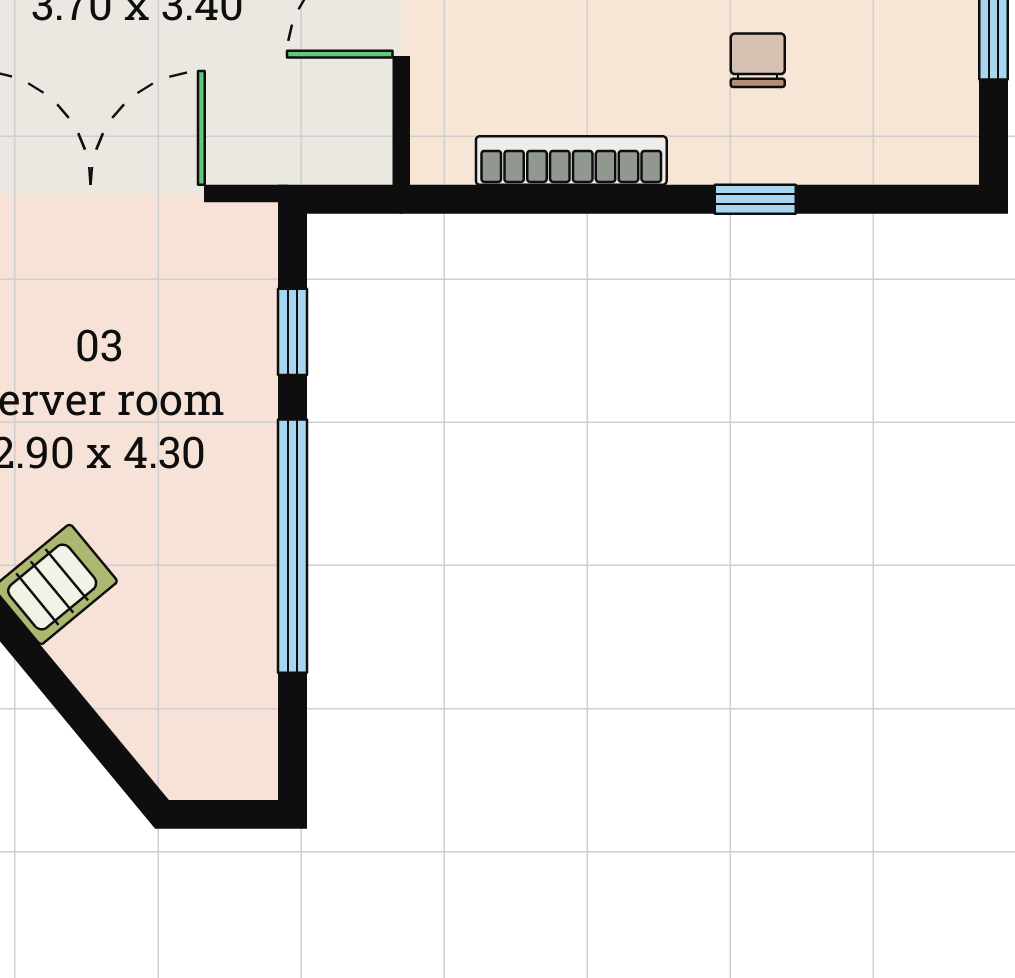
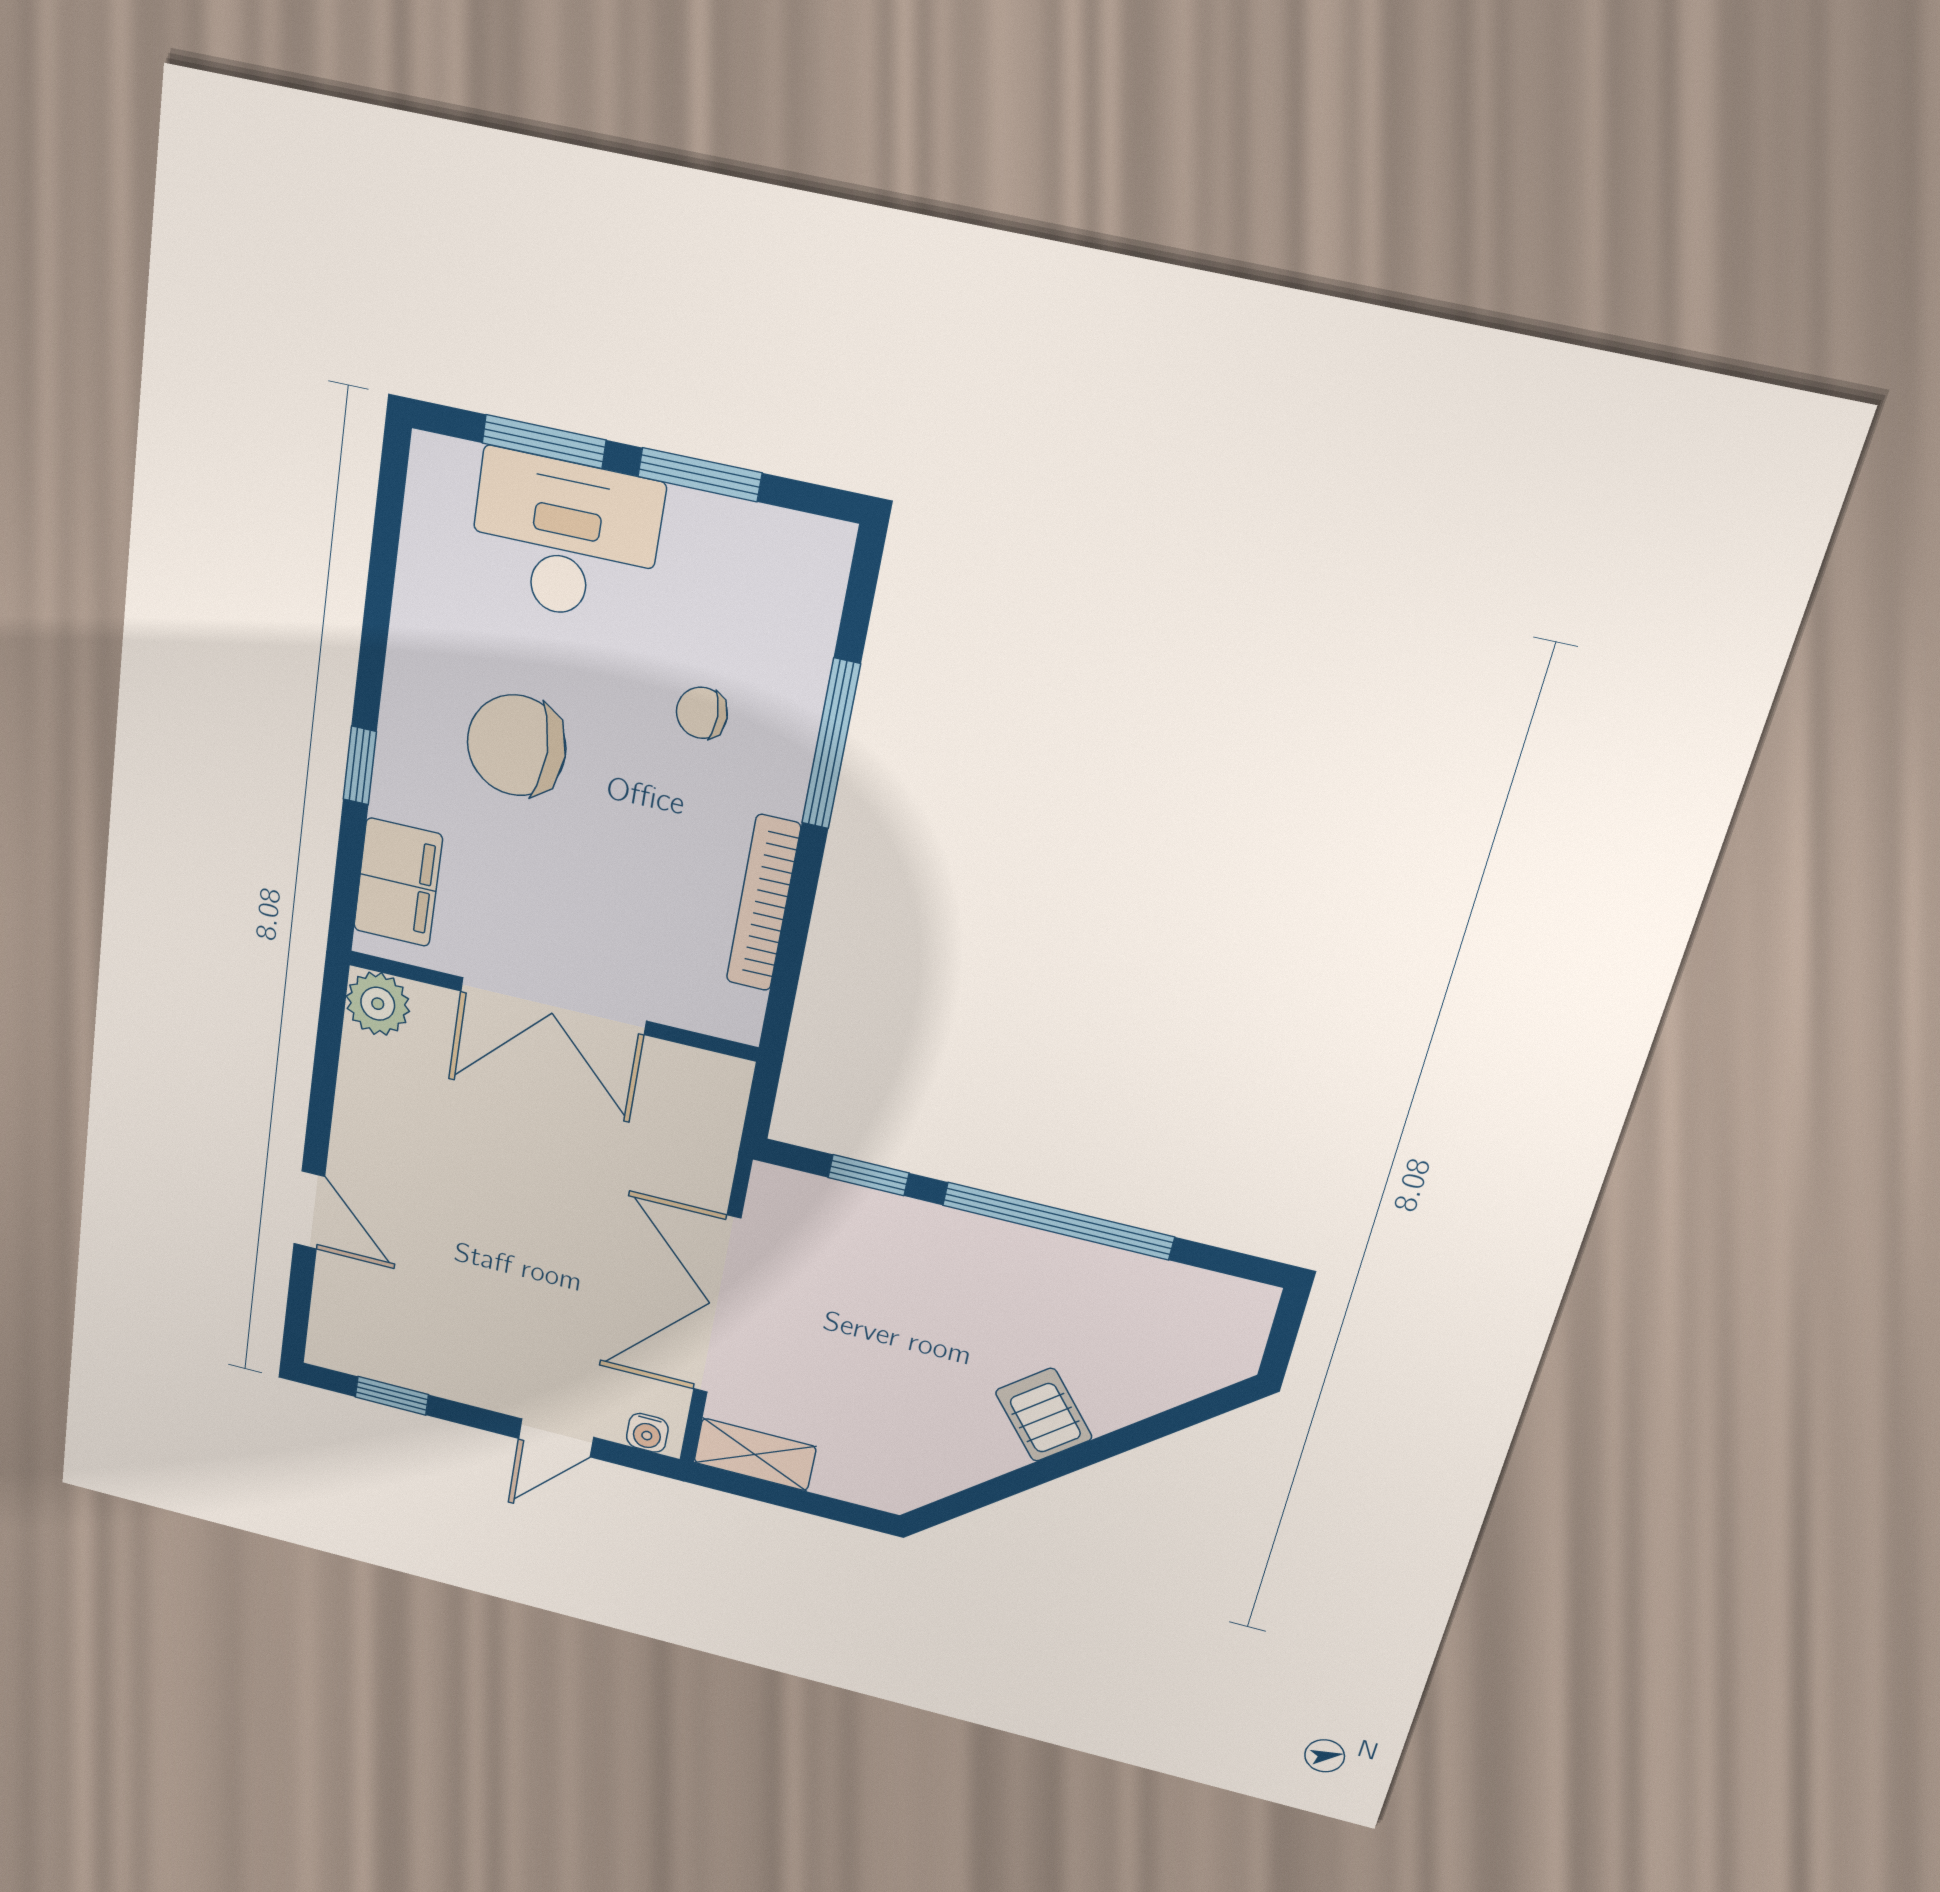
window: (755, 199) -> (831, 744), width x2.17

